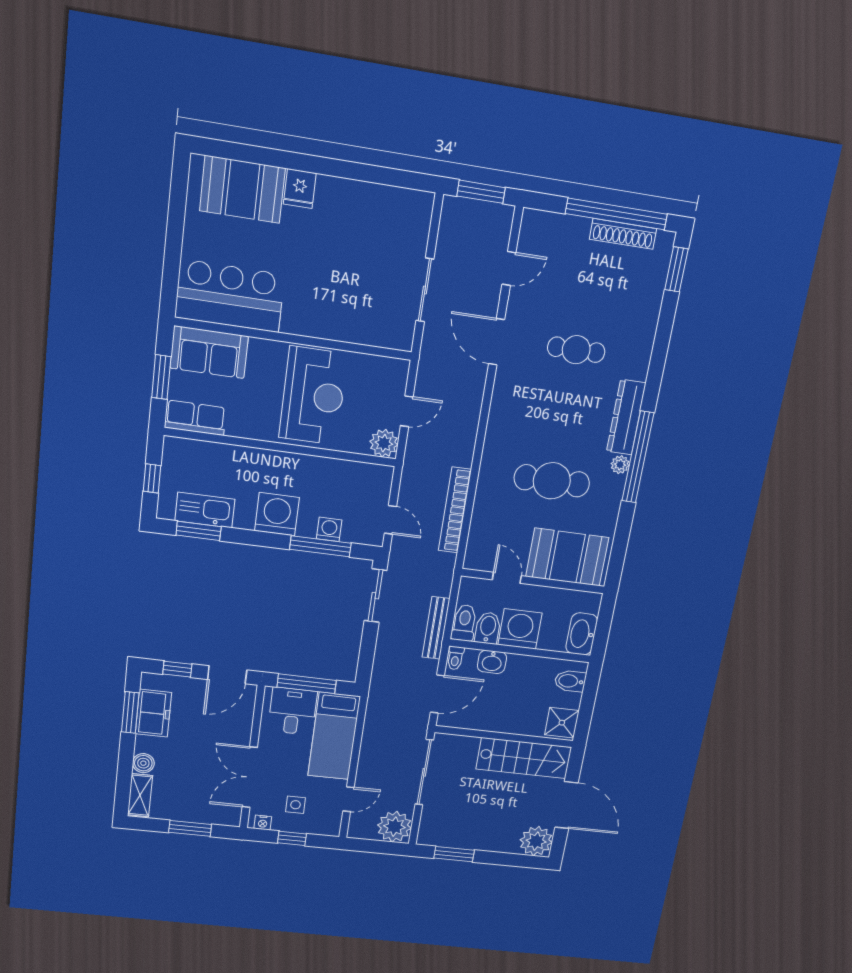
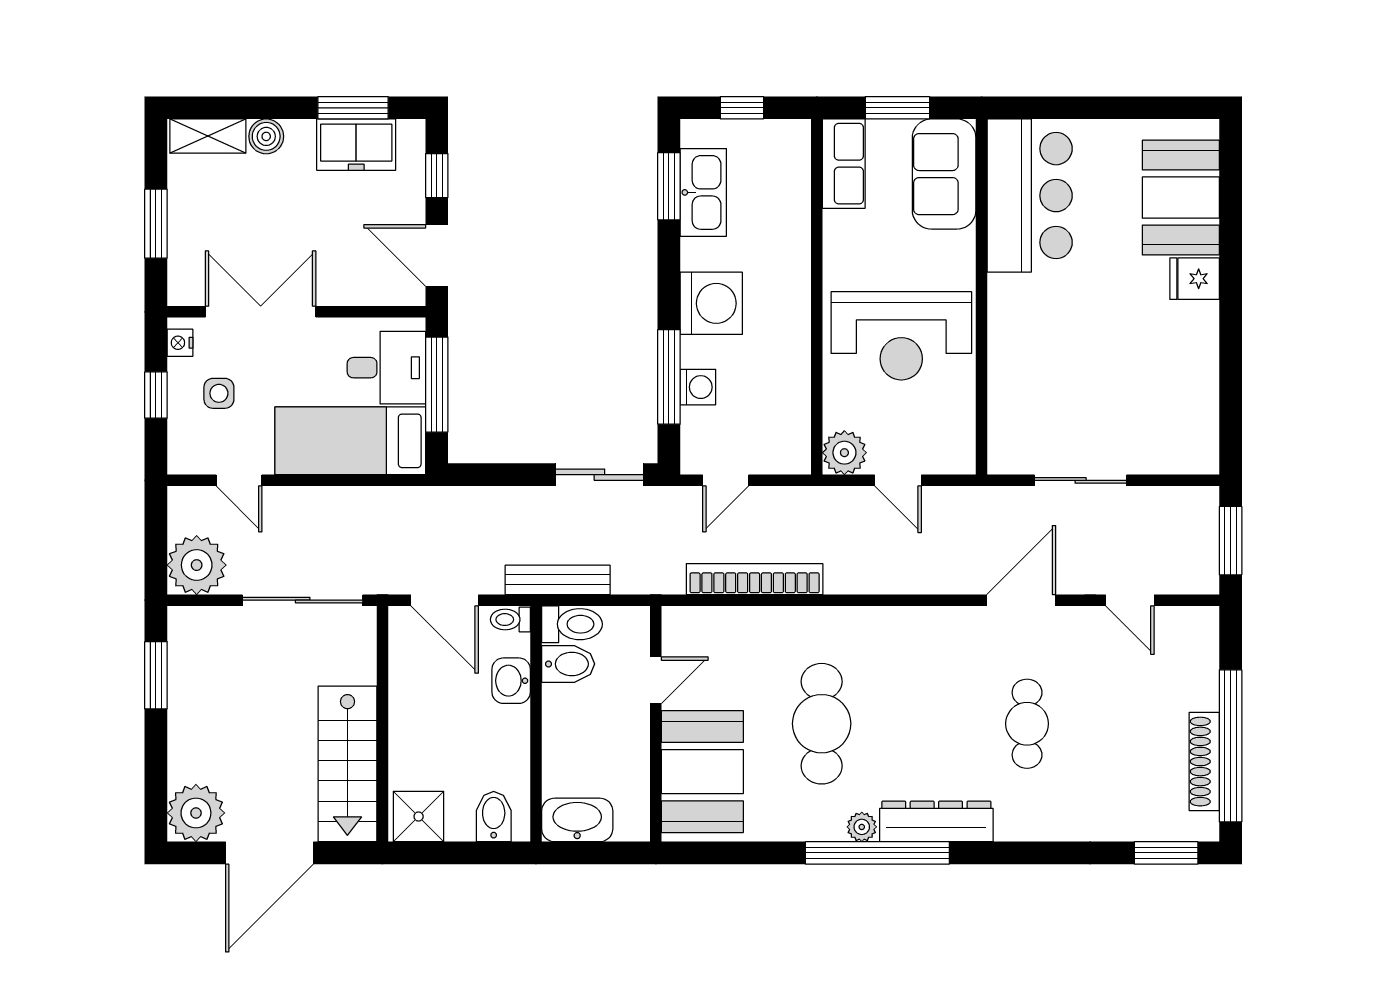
washing machine: (520, 629) -> (573, 717), removed

